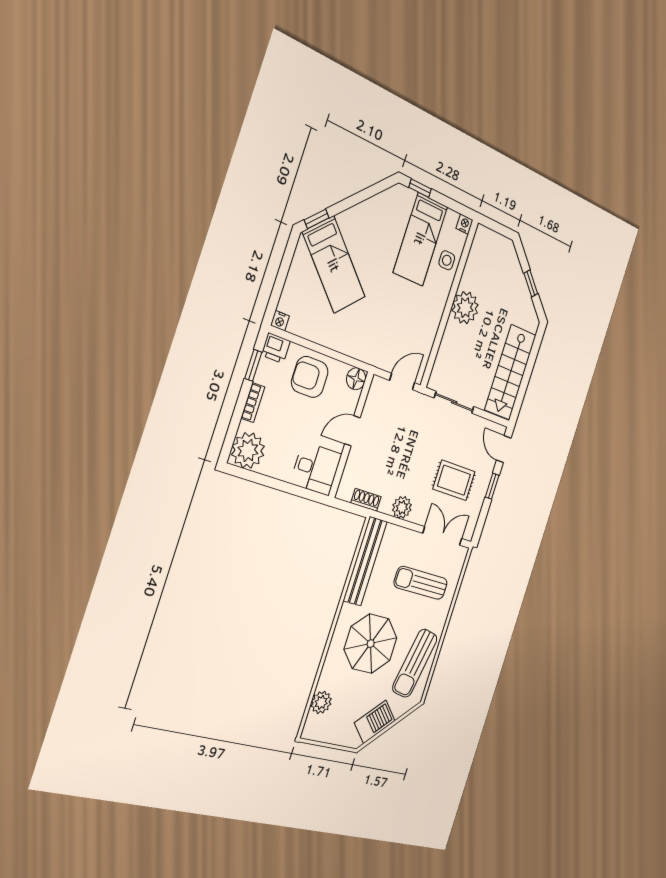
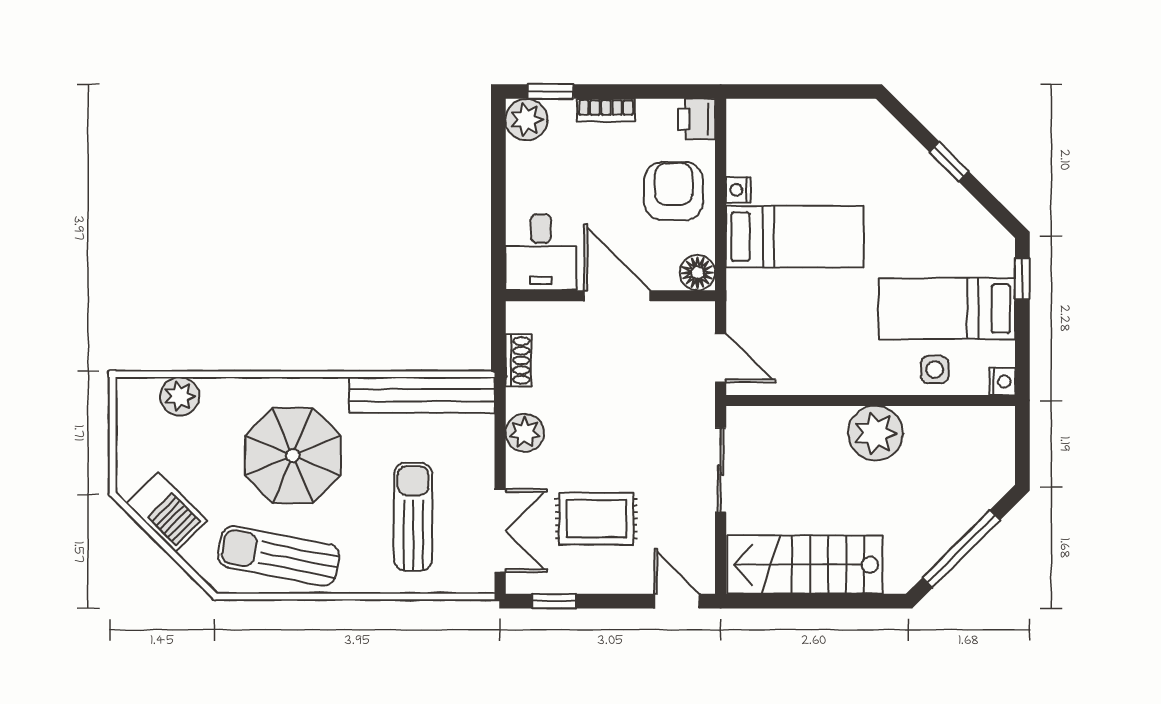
window: (317, 219) -> (949, 162), moved
bed: (334, 265) -> (795, 237), moved, turned -135
window: (531, 283) -> (961, 549), width x2.17
nightstand: (280, 321) -> (738, 190), moved
window: (253, 365) -> (550, 91), moved
door: (352, 431) -> (617, 296), width x1.38
door: (504, 449) -> (677, 601), hinge flipped
plant: (248, 450) -> (526, 120), width x0.73, depth x0.73
rug: (454, 480) -> (596, 519), turned 90
window: (492, 486) -> (554, 601), moved

